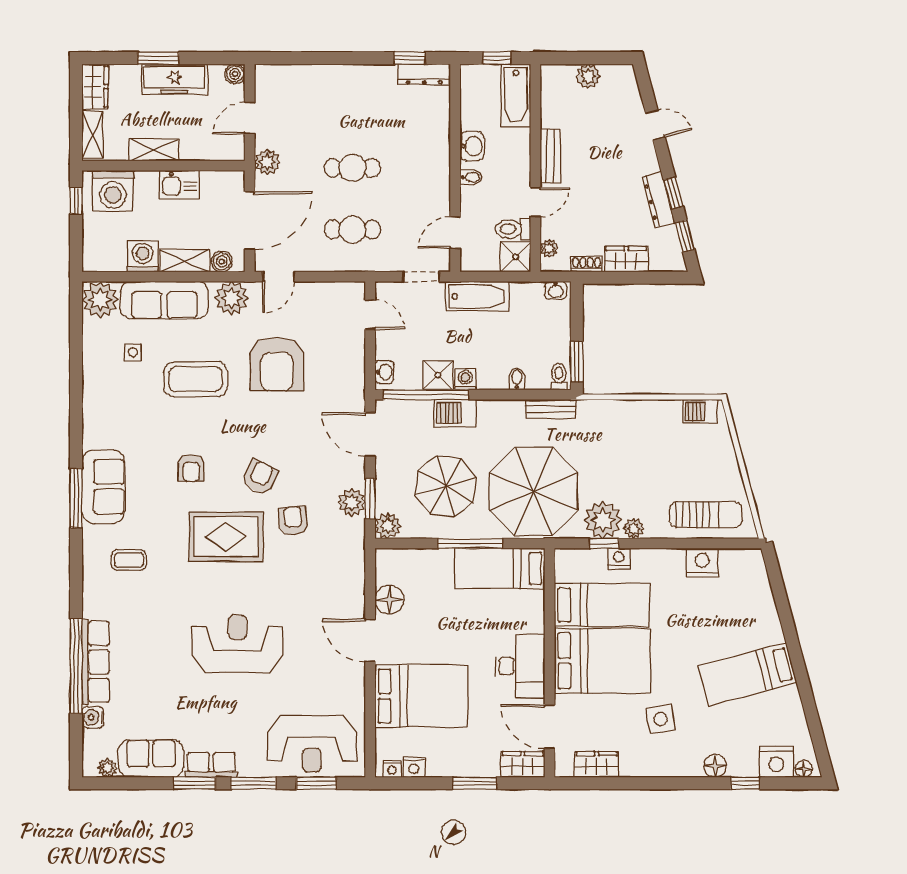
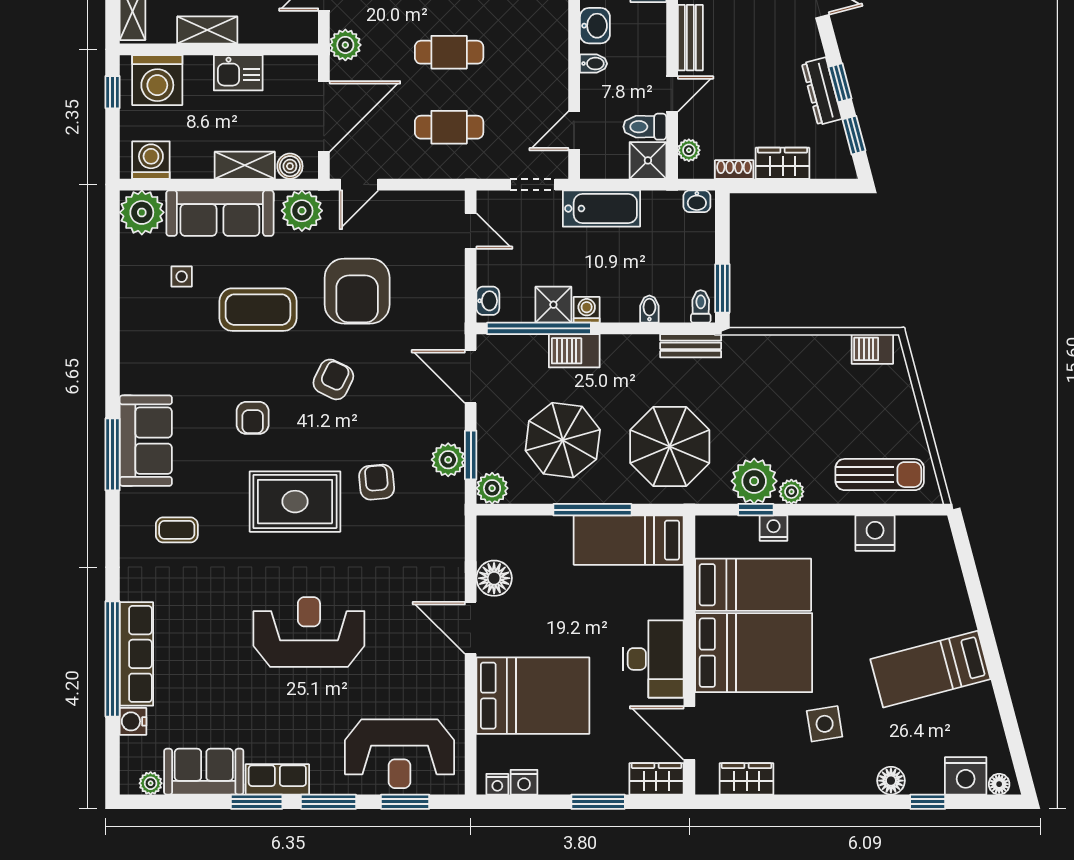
washing machine: (143, 256) -> (151, 160), moved
armchair: (260, 477) -> (333, 379), moved
parasol: (533, 492) -> (670, 447), width x0.73, depth x0.73

